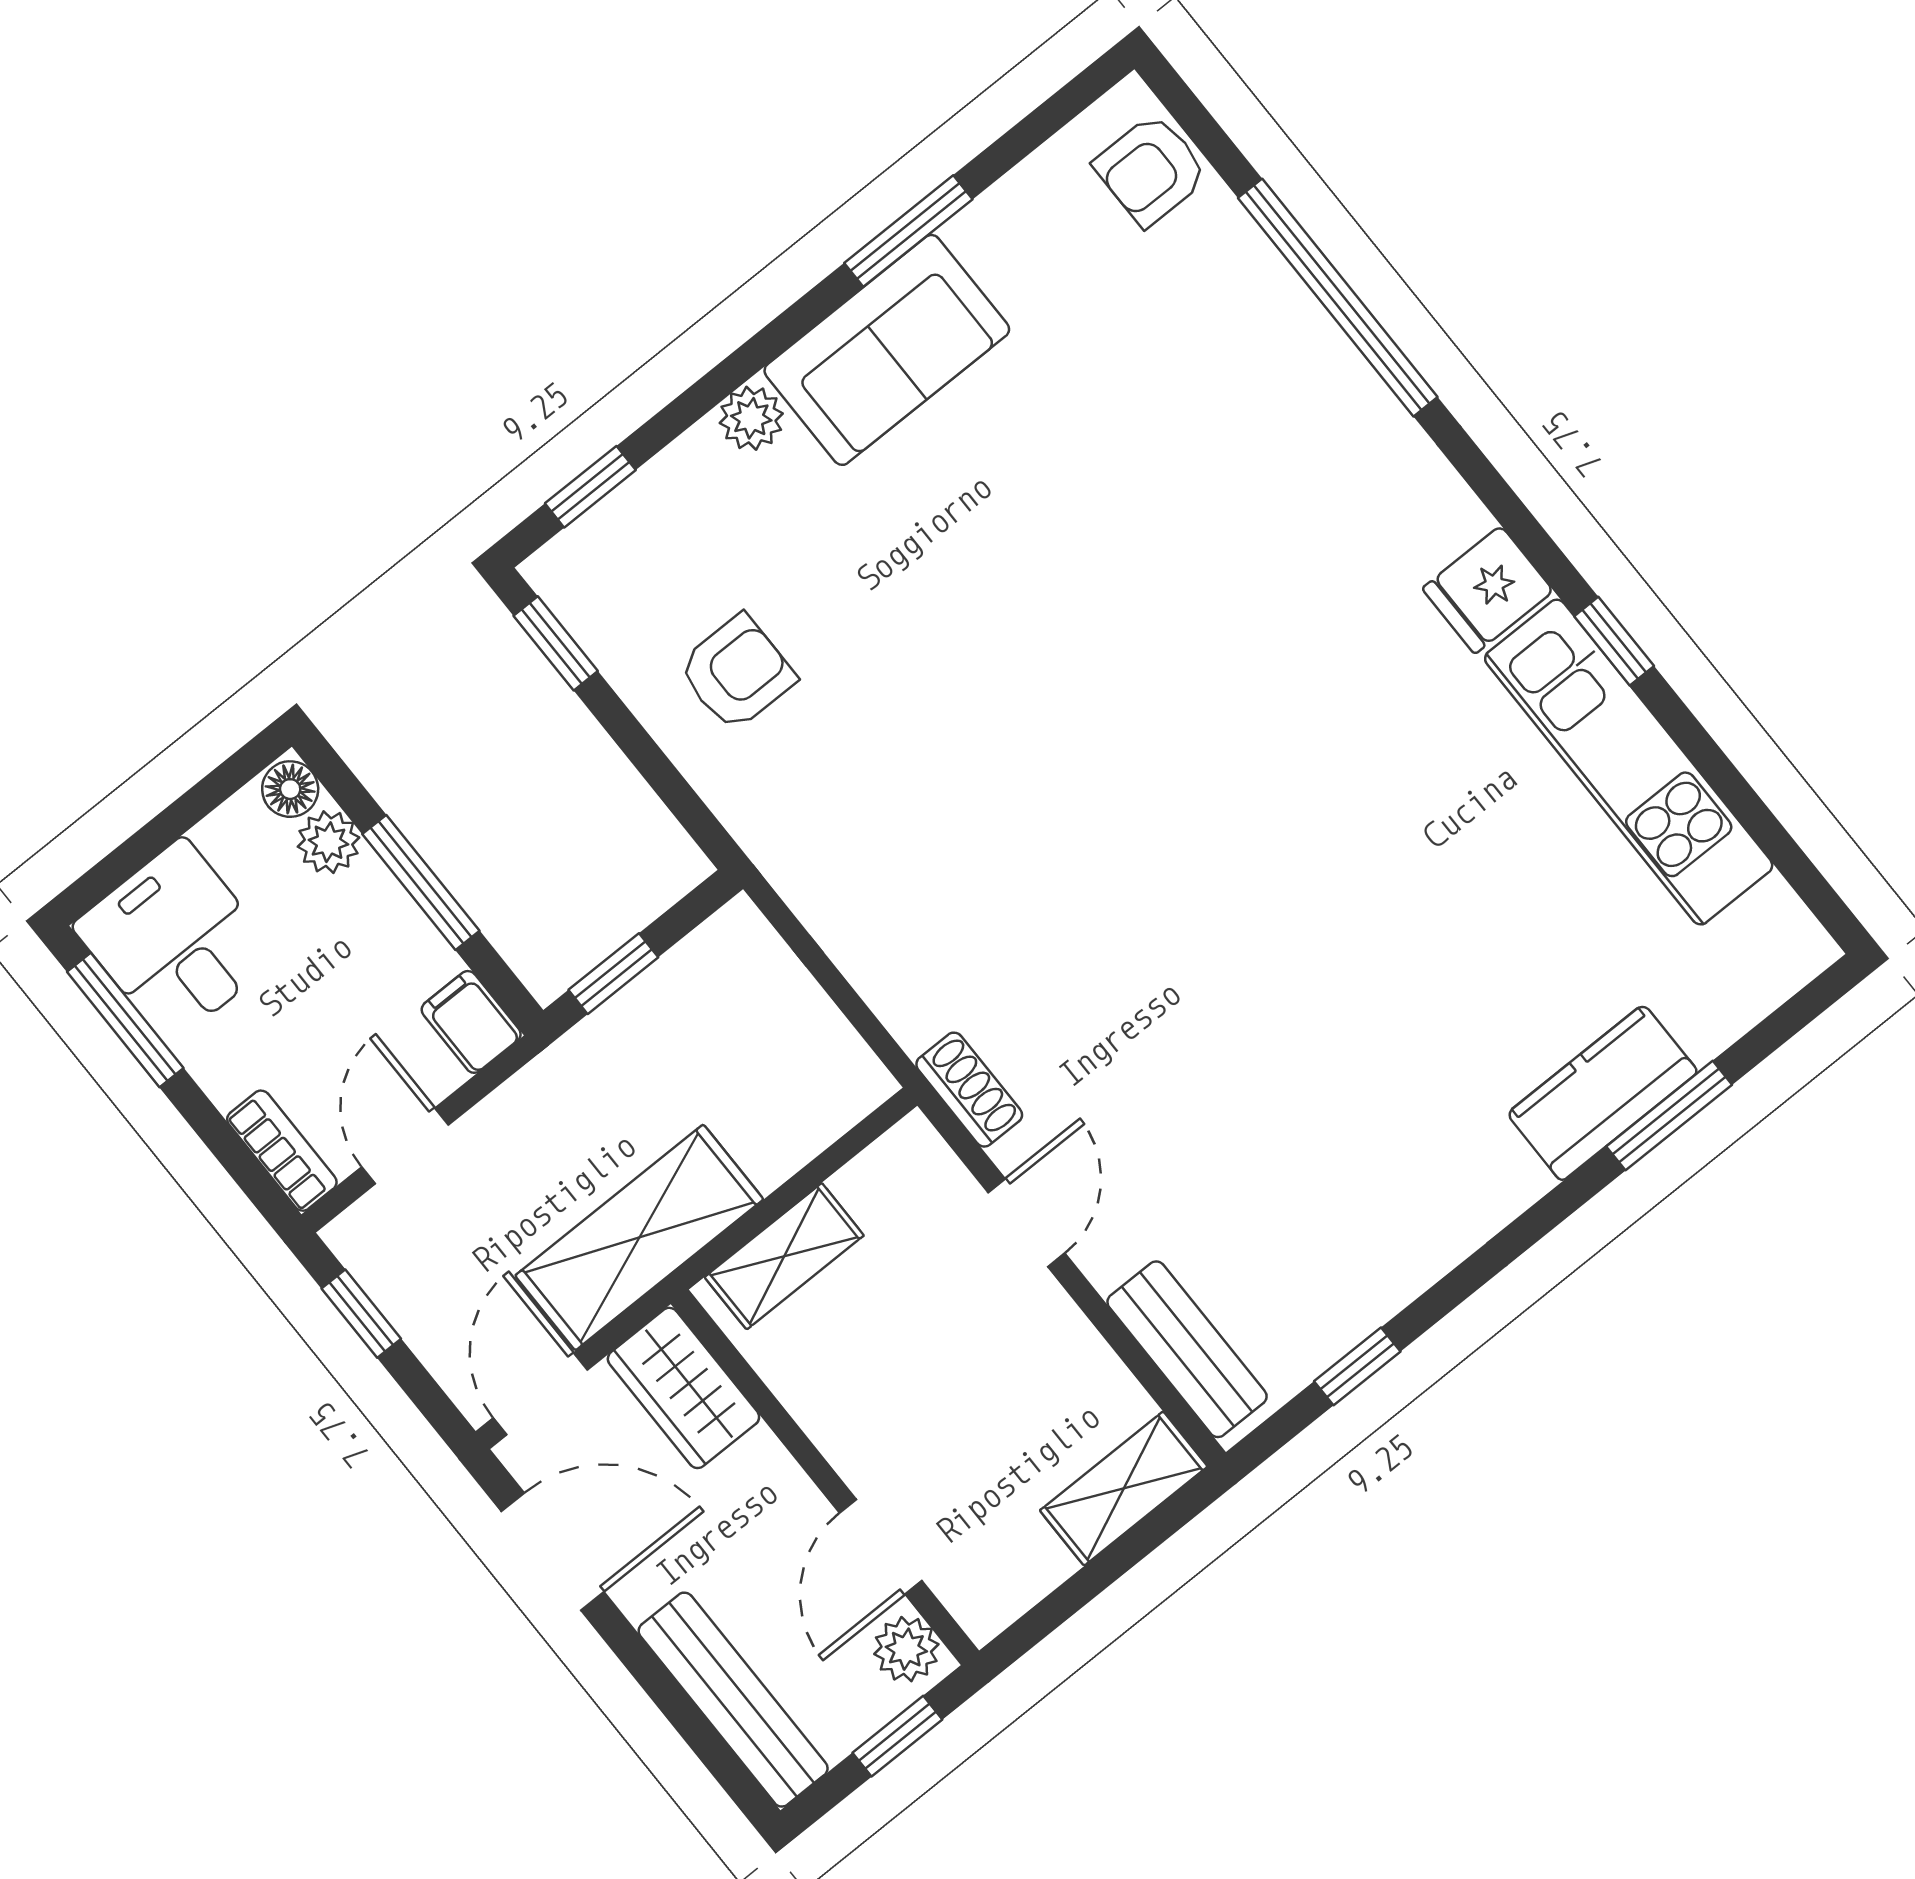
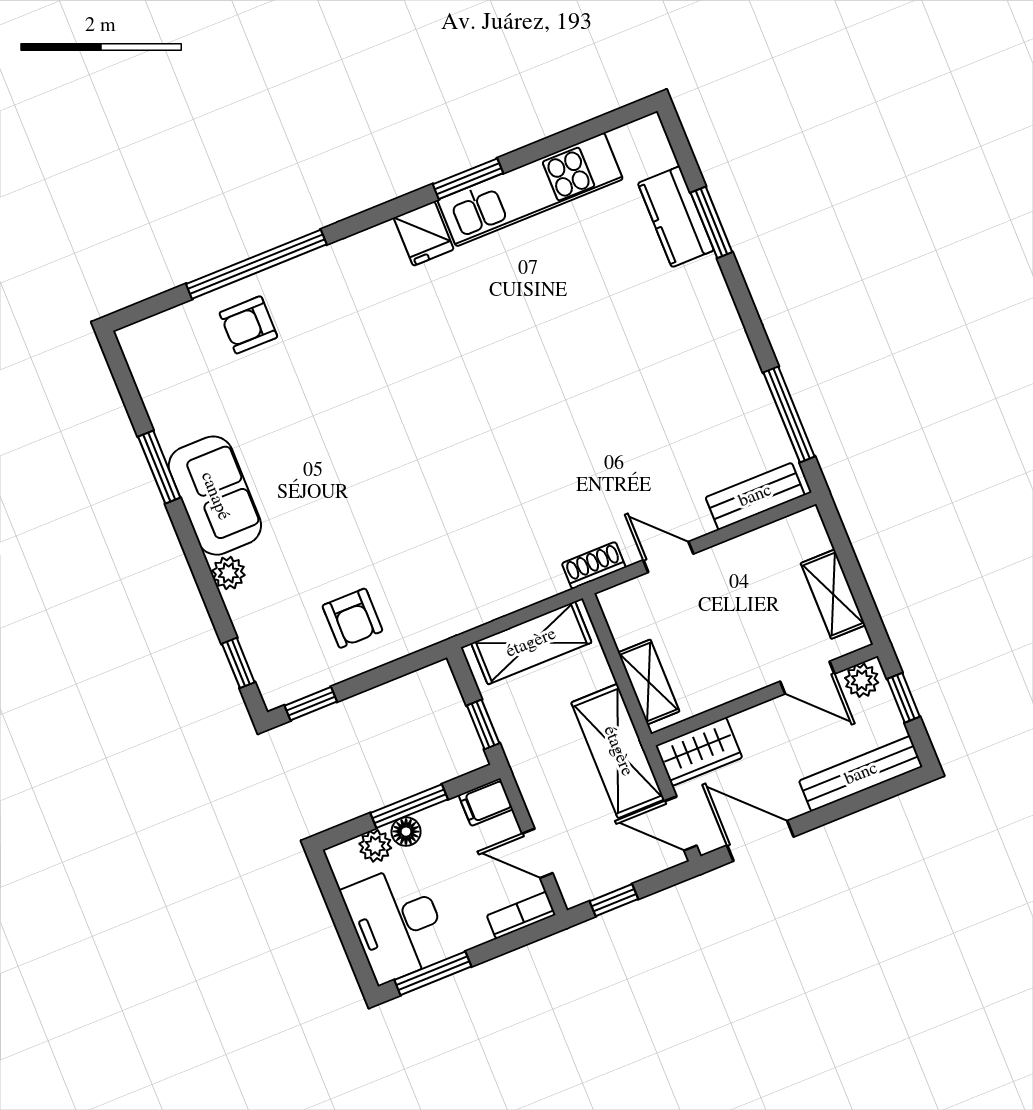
armchair: (1151, 170) -> (248, 325), moved, turned 90
window: (1614, 641) -> (468, 179), width x1.50
armchair: (737, 673) -> (352, 618), turned 180
floor lamp: (290, 789) -> (406, 832), moved
desk: (176, 941) -> (396, 923), width x1.37
shelving: (791, 1017) -> (531, 643), added
kitchen counter: (1602, 1093) -> (676, 217), moved
window: (1357, 1366) -> (789, 414), width x2.17
shelving: (1124, 1489) -> (833, 594), moved
door: (553, 1552) -> (760, 841), hinge flipped

